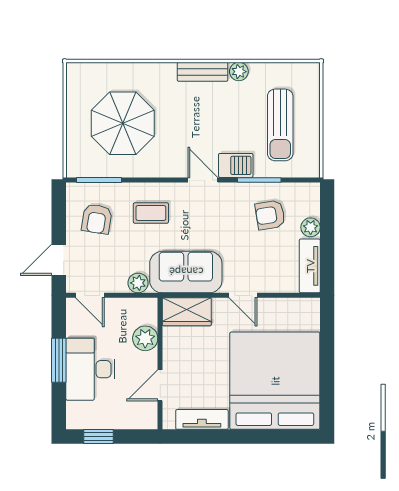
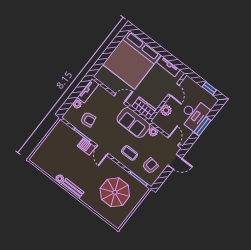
sun lounger: (280, 125) -> (60, 148), removed
door: (243, 295) -> (120, 99), hinge flipped
door: (160, 385) -> (174, 90), hinge flipped

